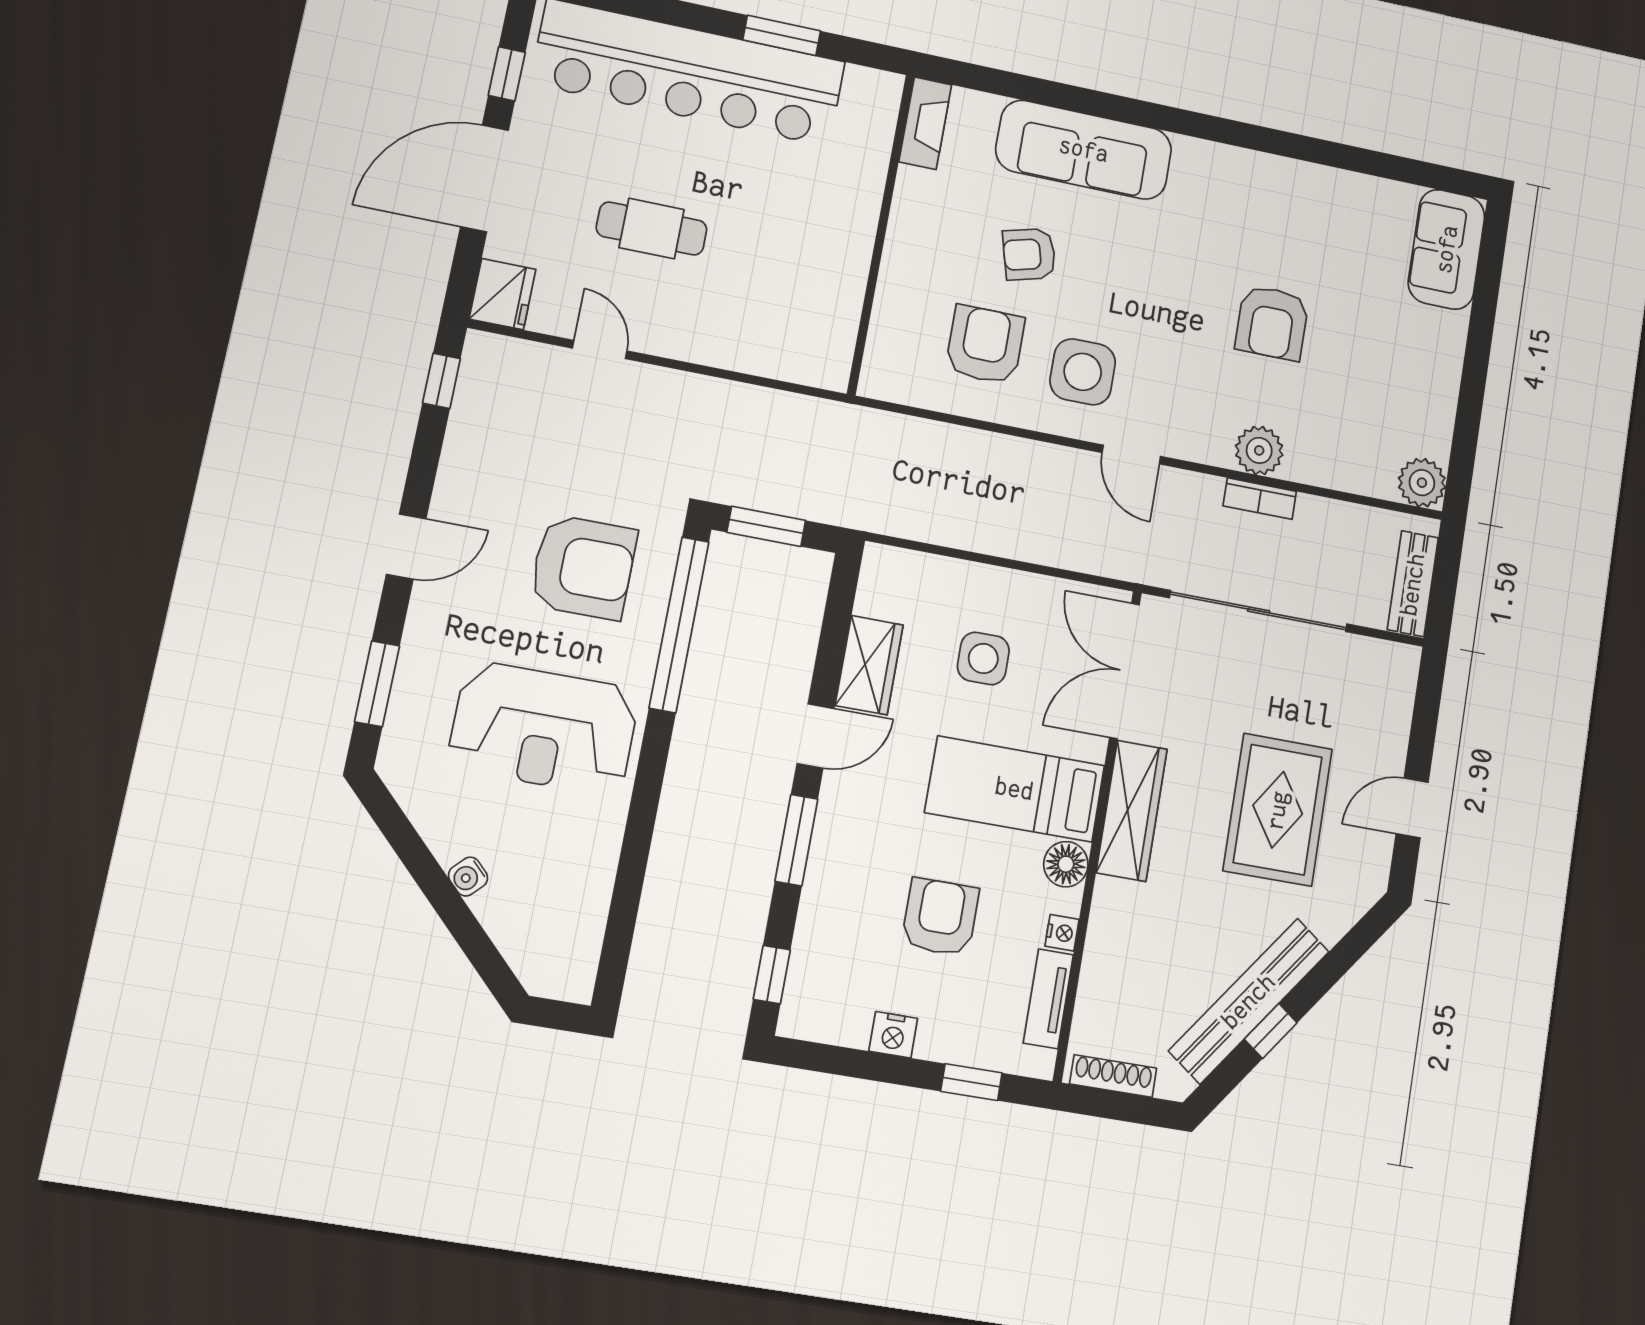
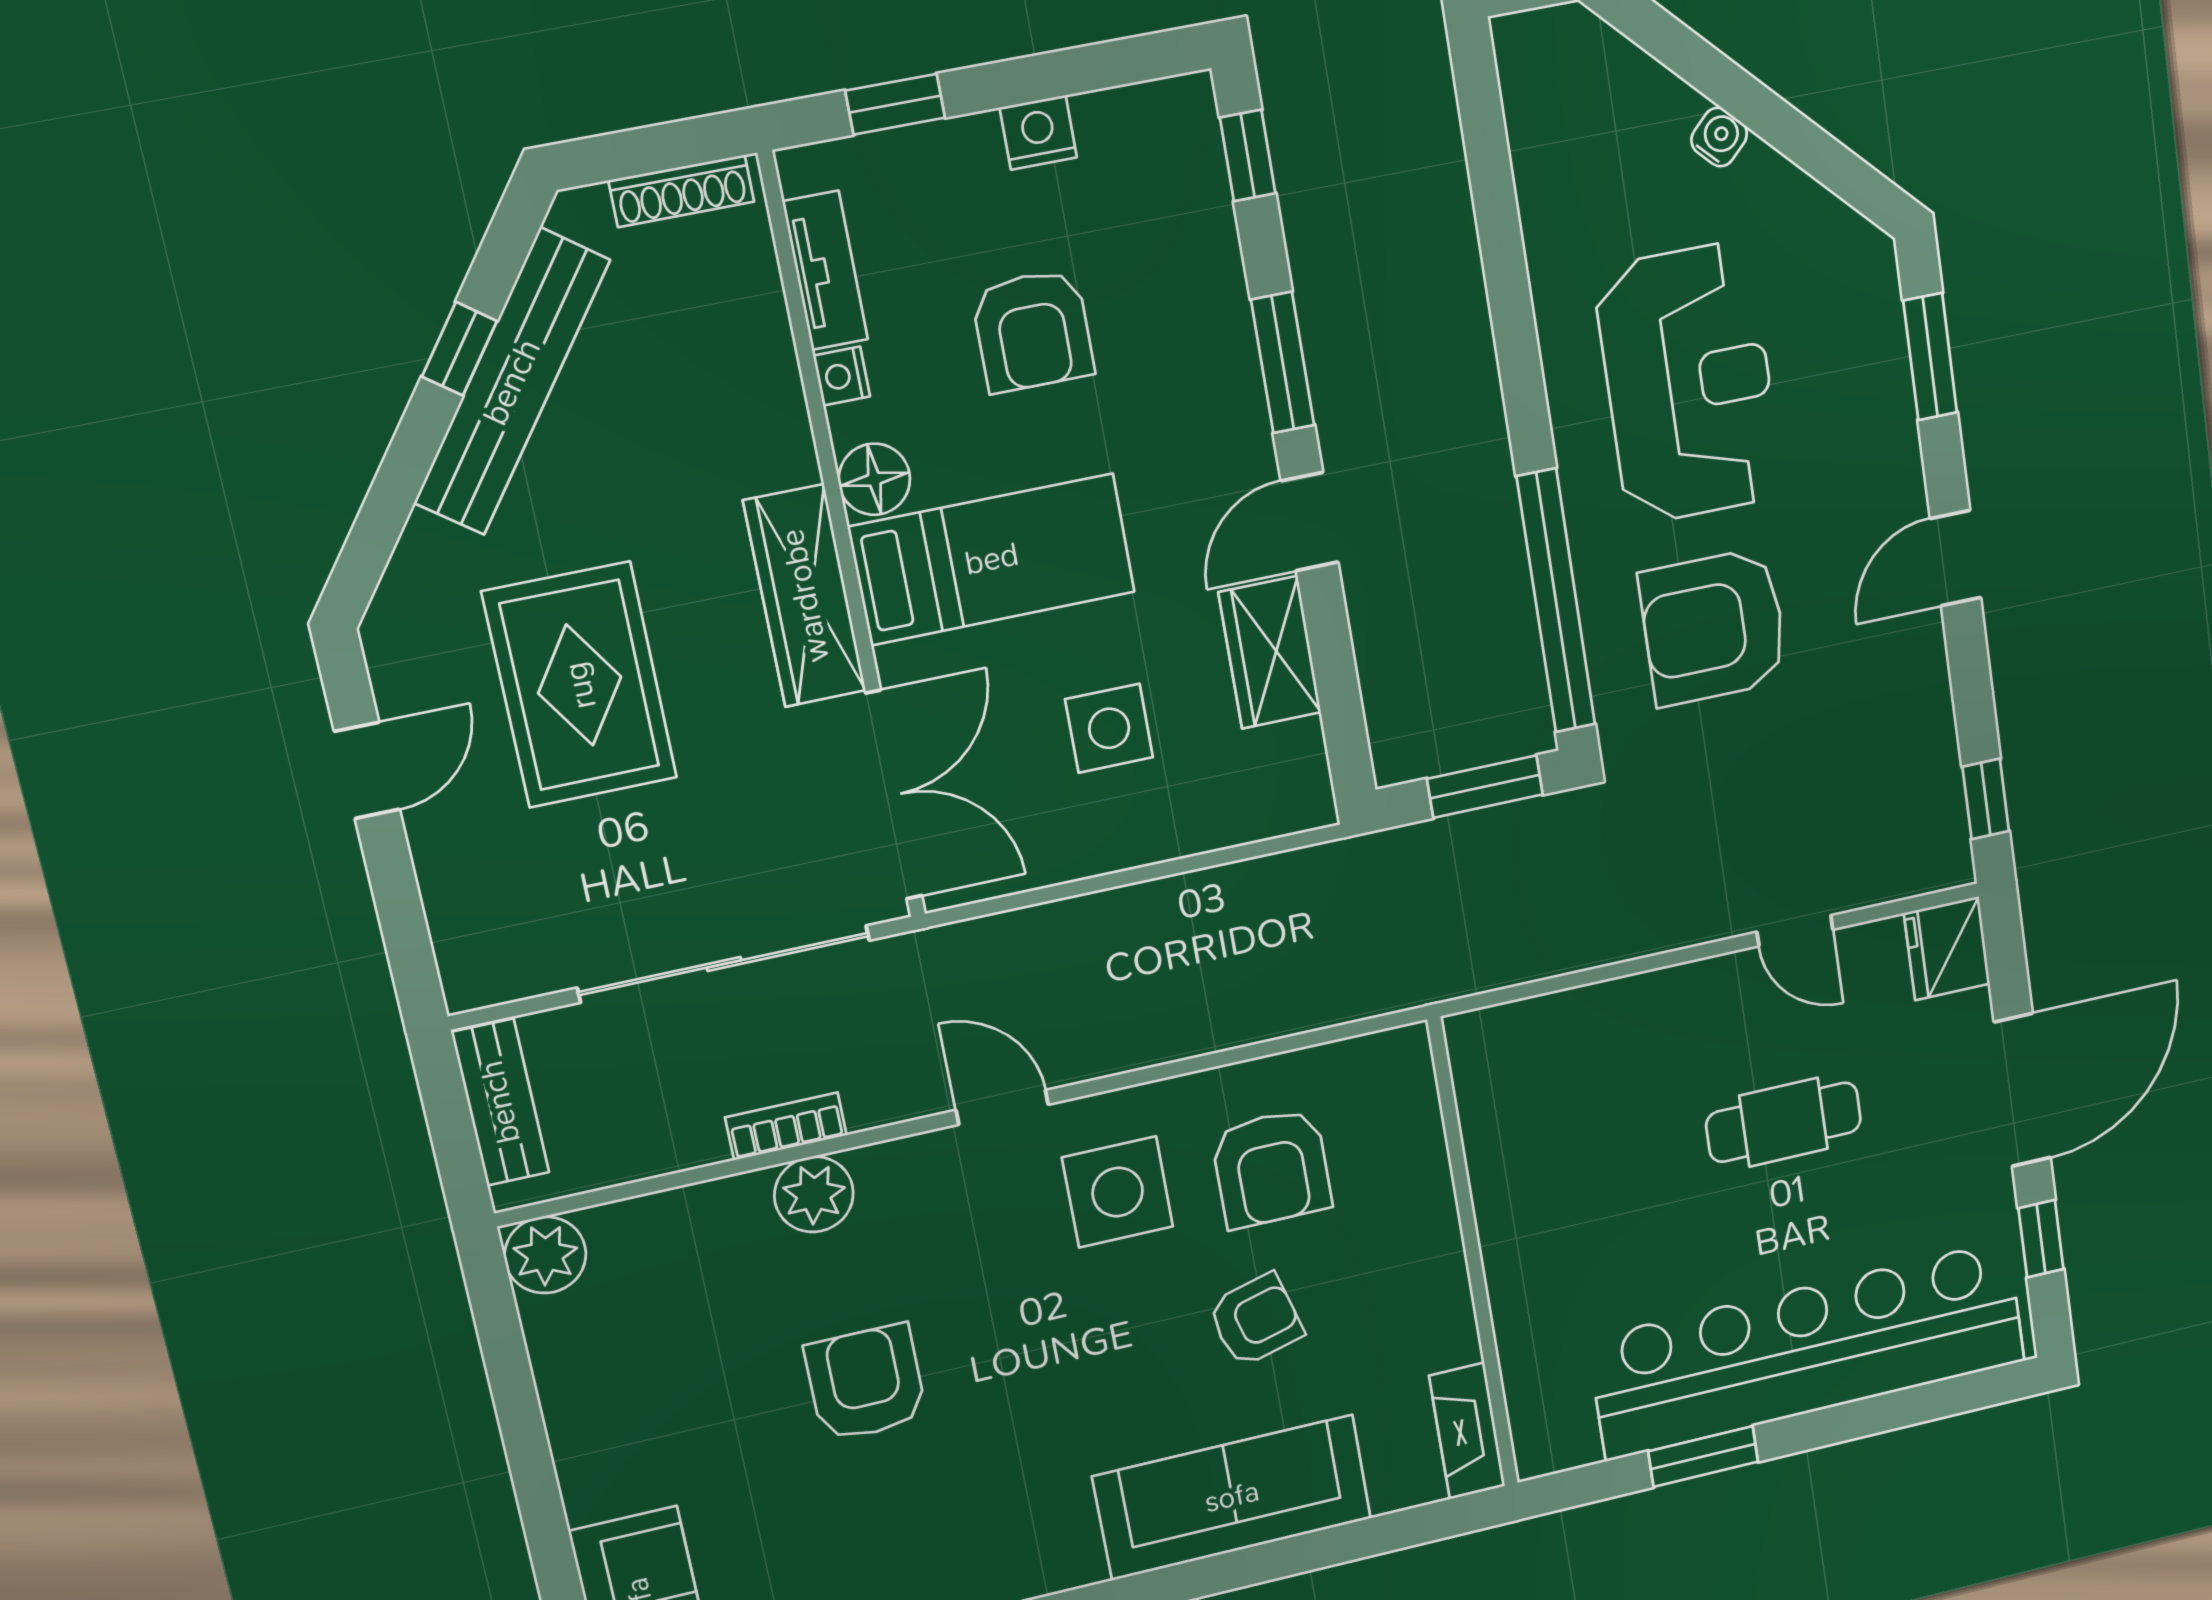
reception desk: (544, 728) -> (1689, 383), turned 90

